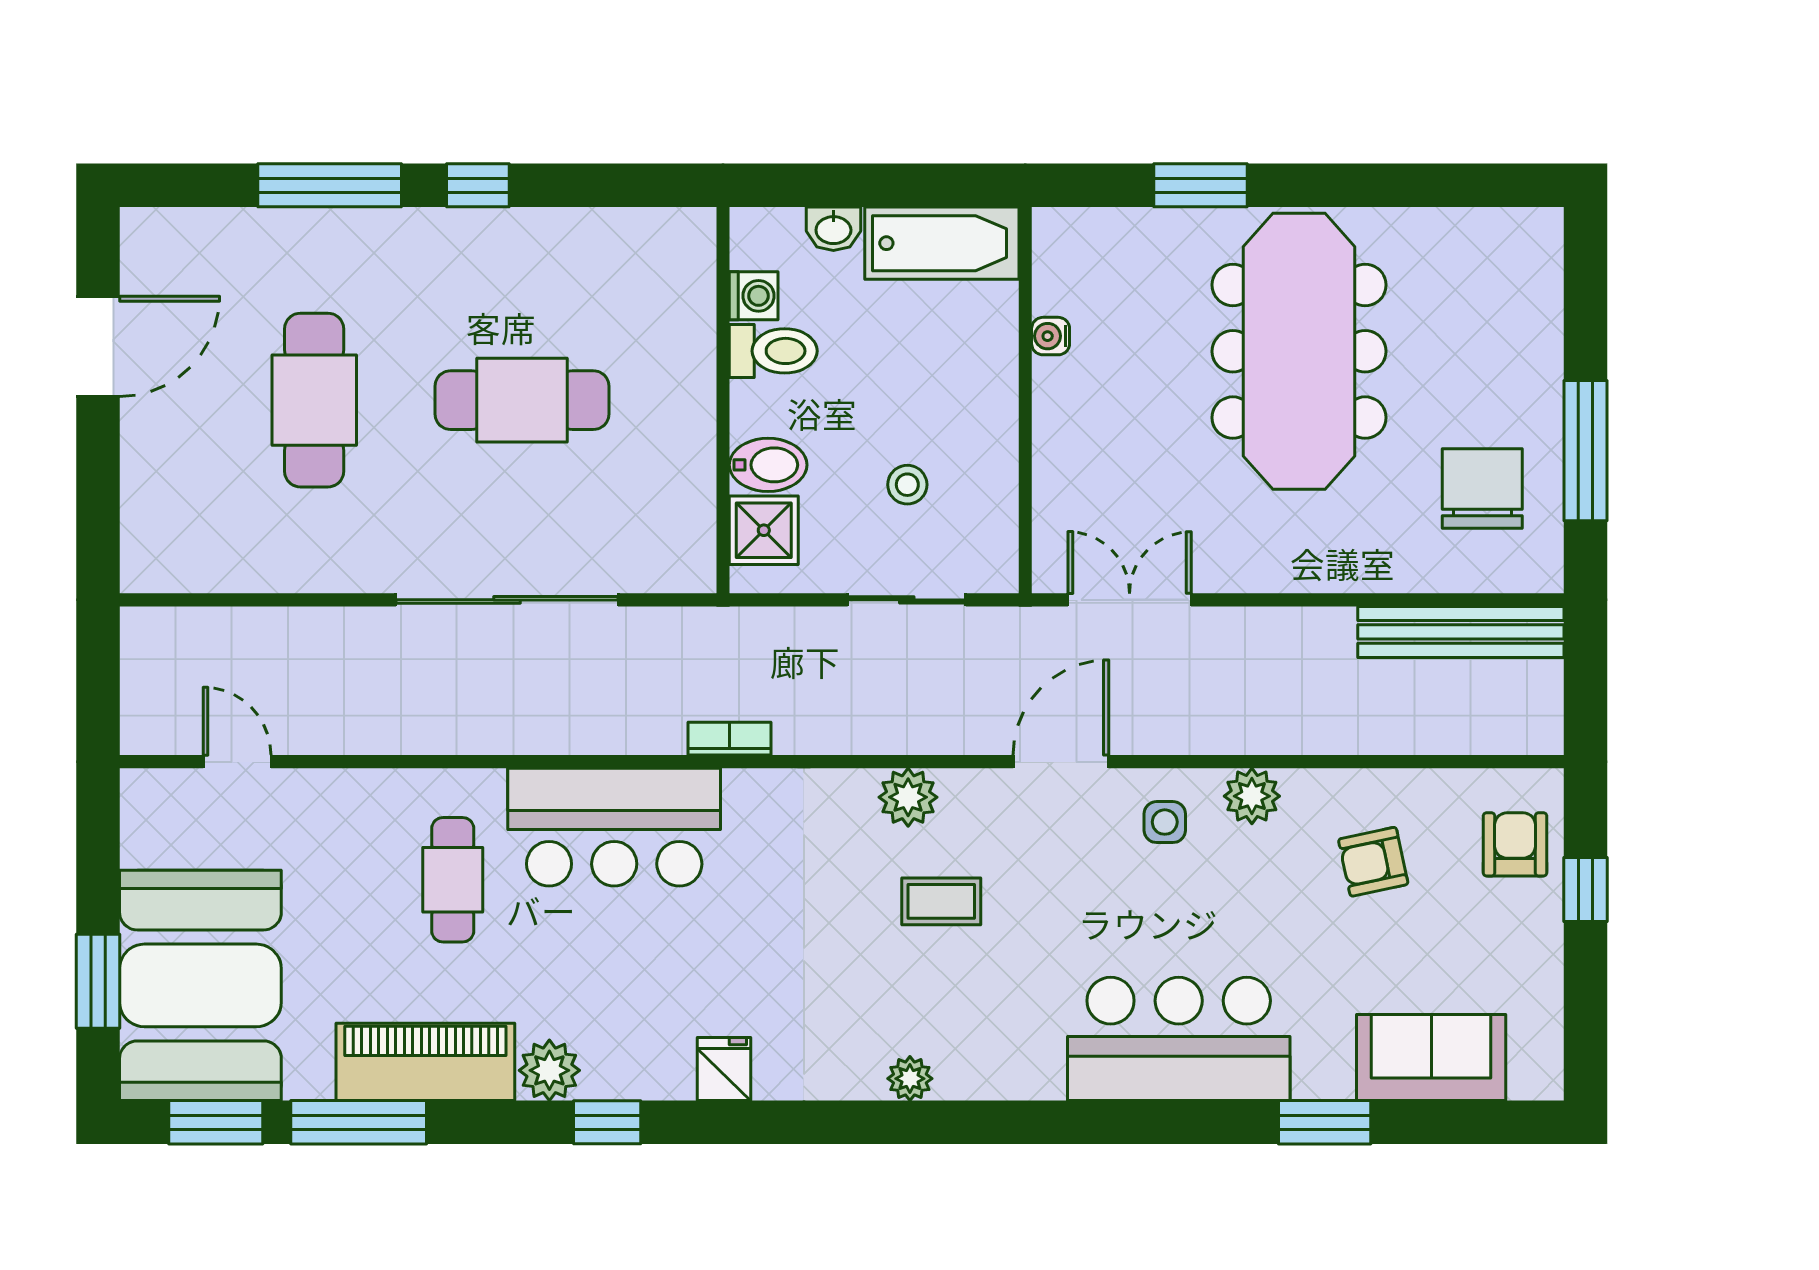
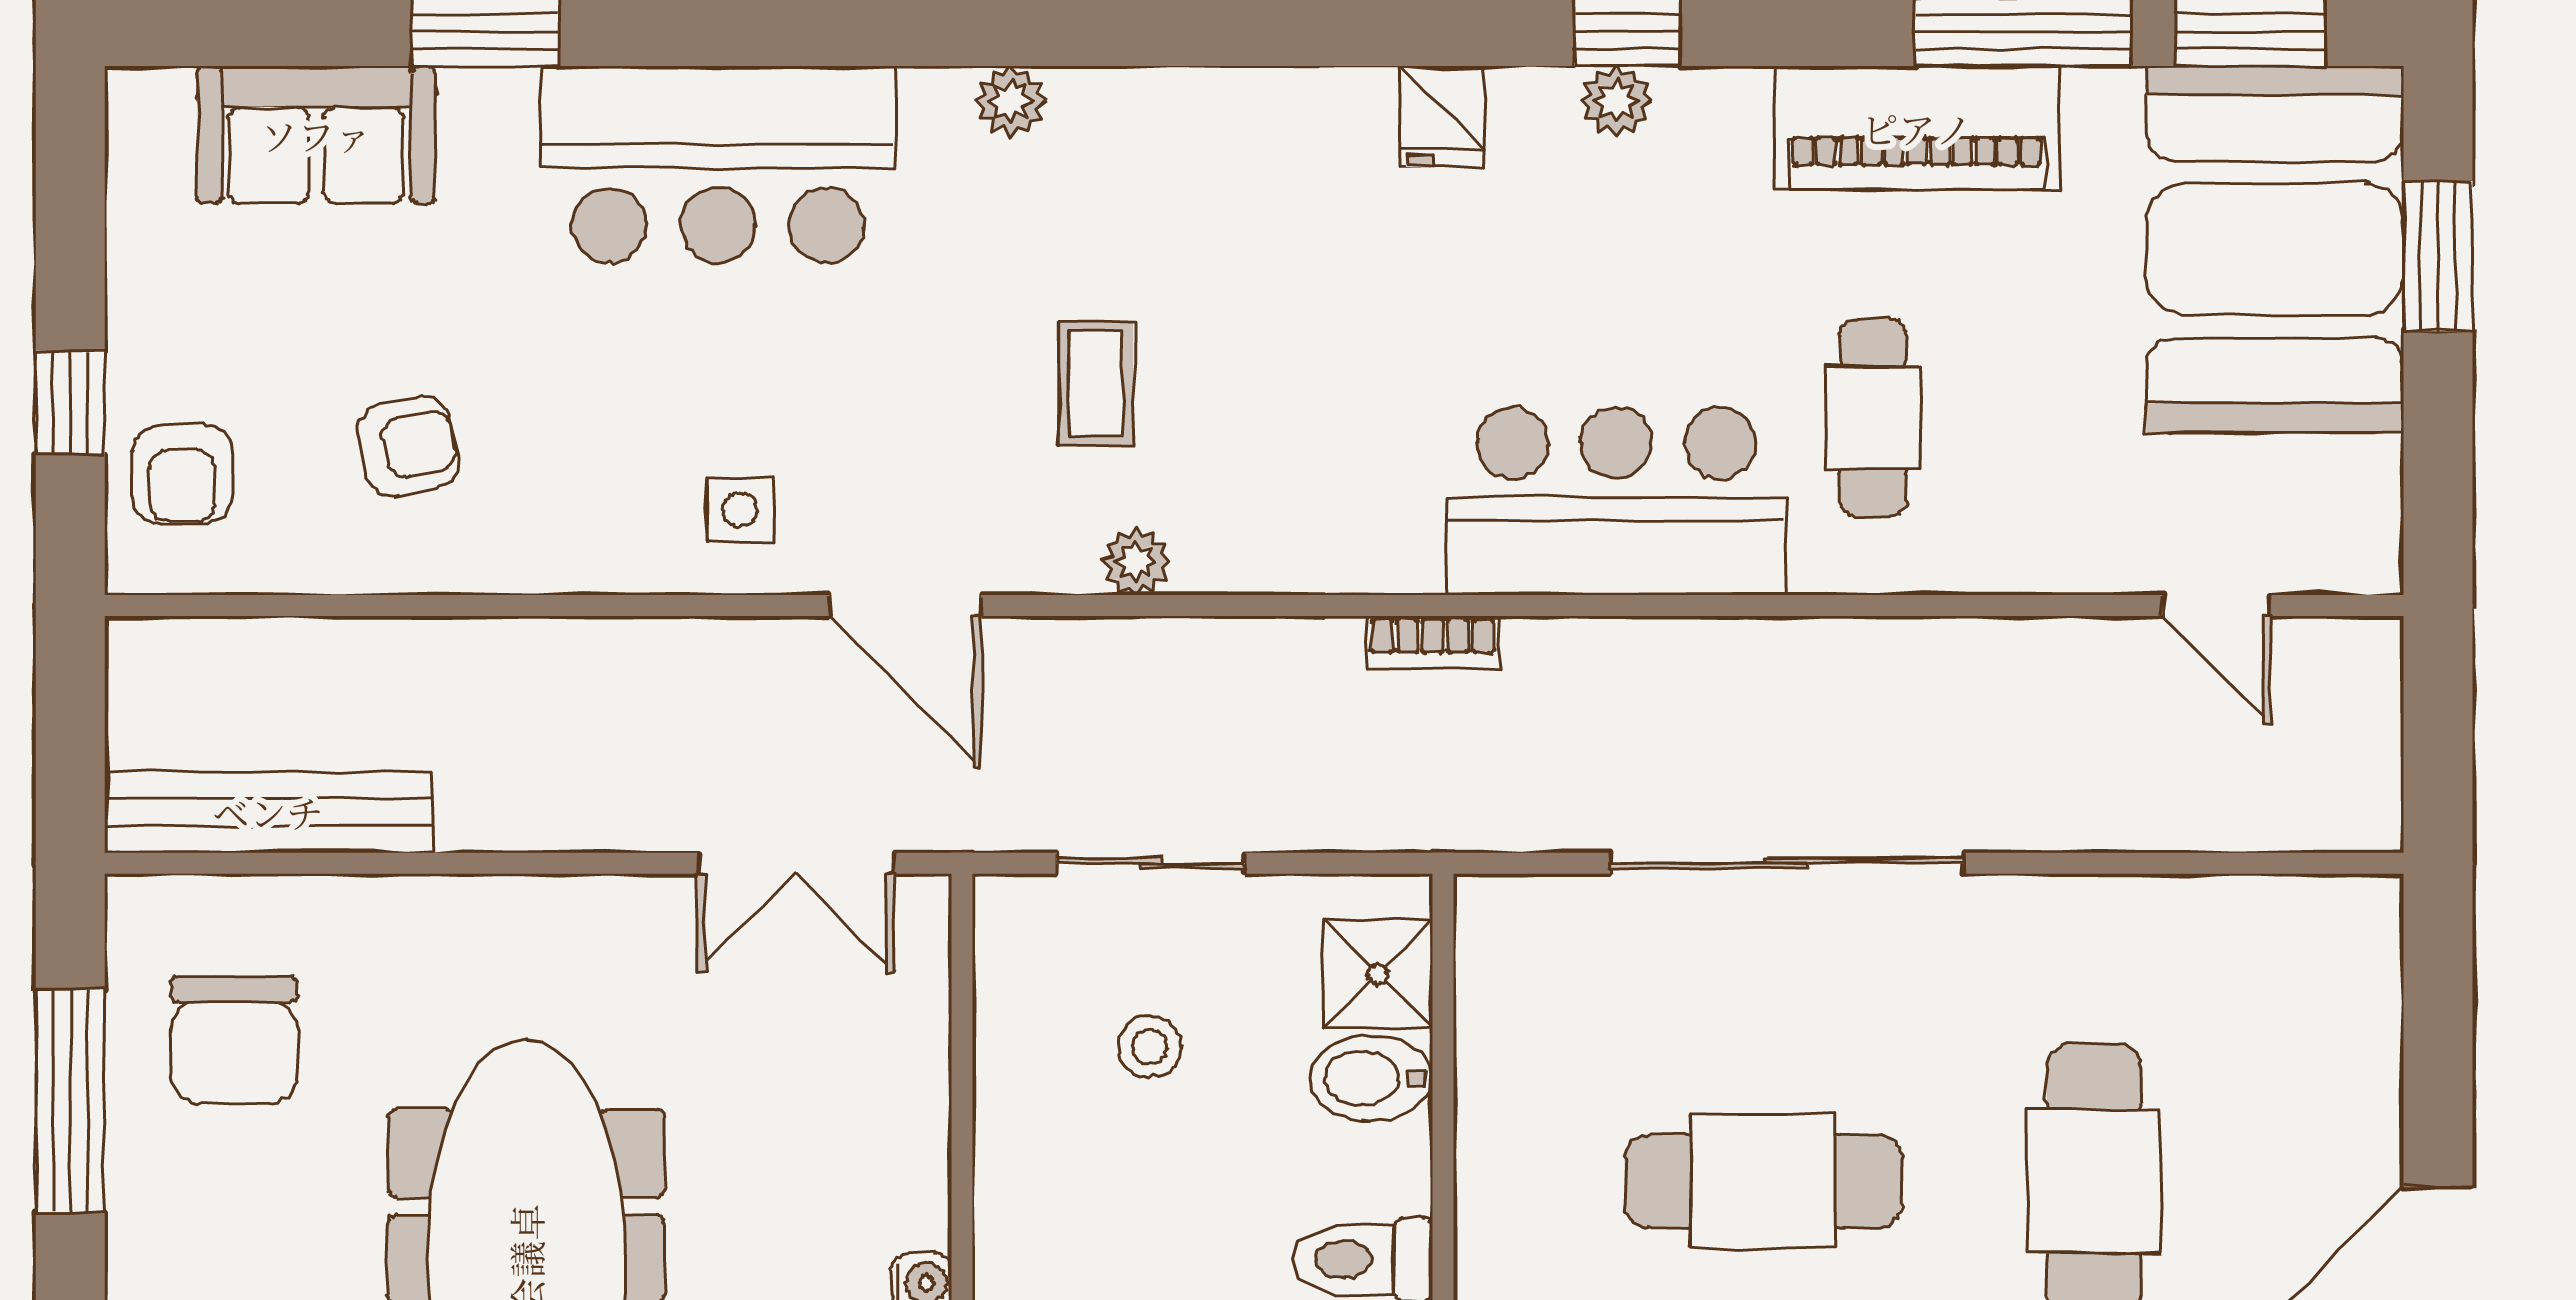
door: (1061, 762) -> (905, 606), hinge flipped
plant: (1252, 796) -> (601, 551), removed
plant: (908, 797) -> (1136, 562), width x0.73, depth x0.73
coffee table: (941, 901) -> (1096, 383), turned 90
plant: (549, 1070) -> (1616, 101), moved, width x0.73, depth x0.73
plant: (910, 1079) -> (1011, 101), moved

